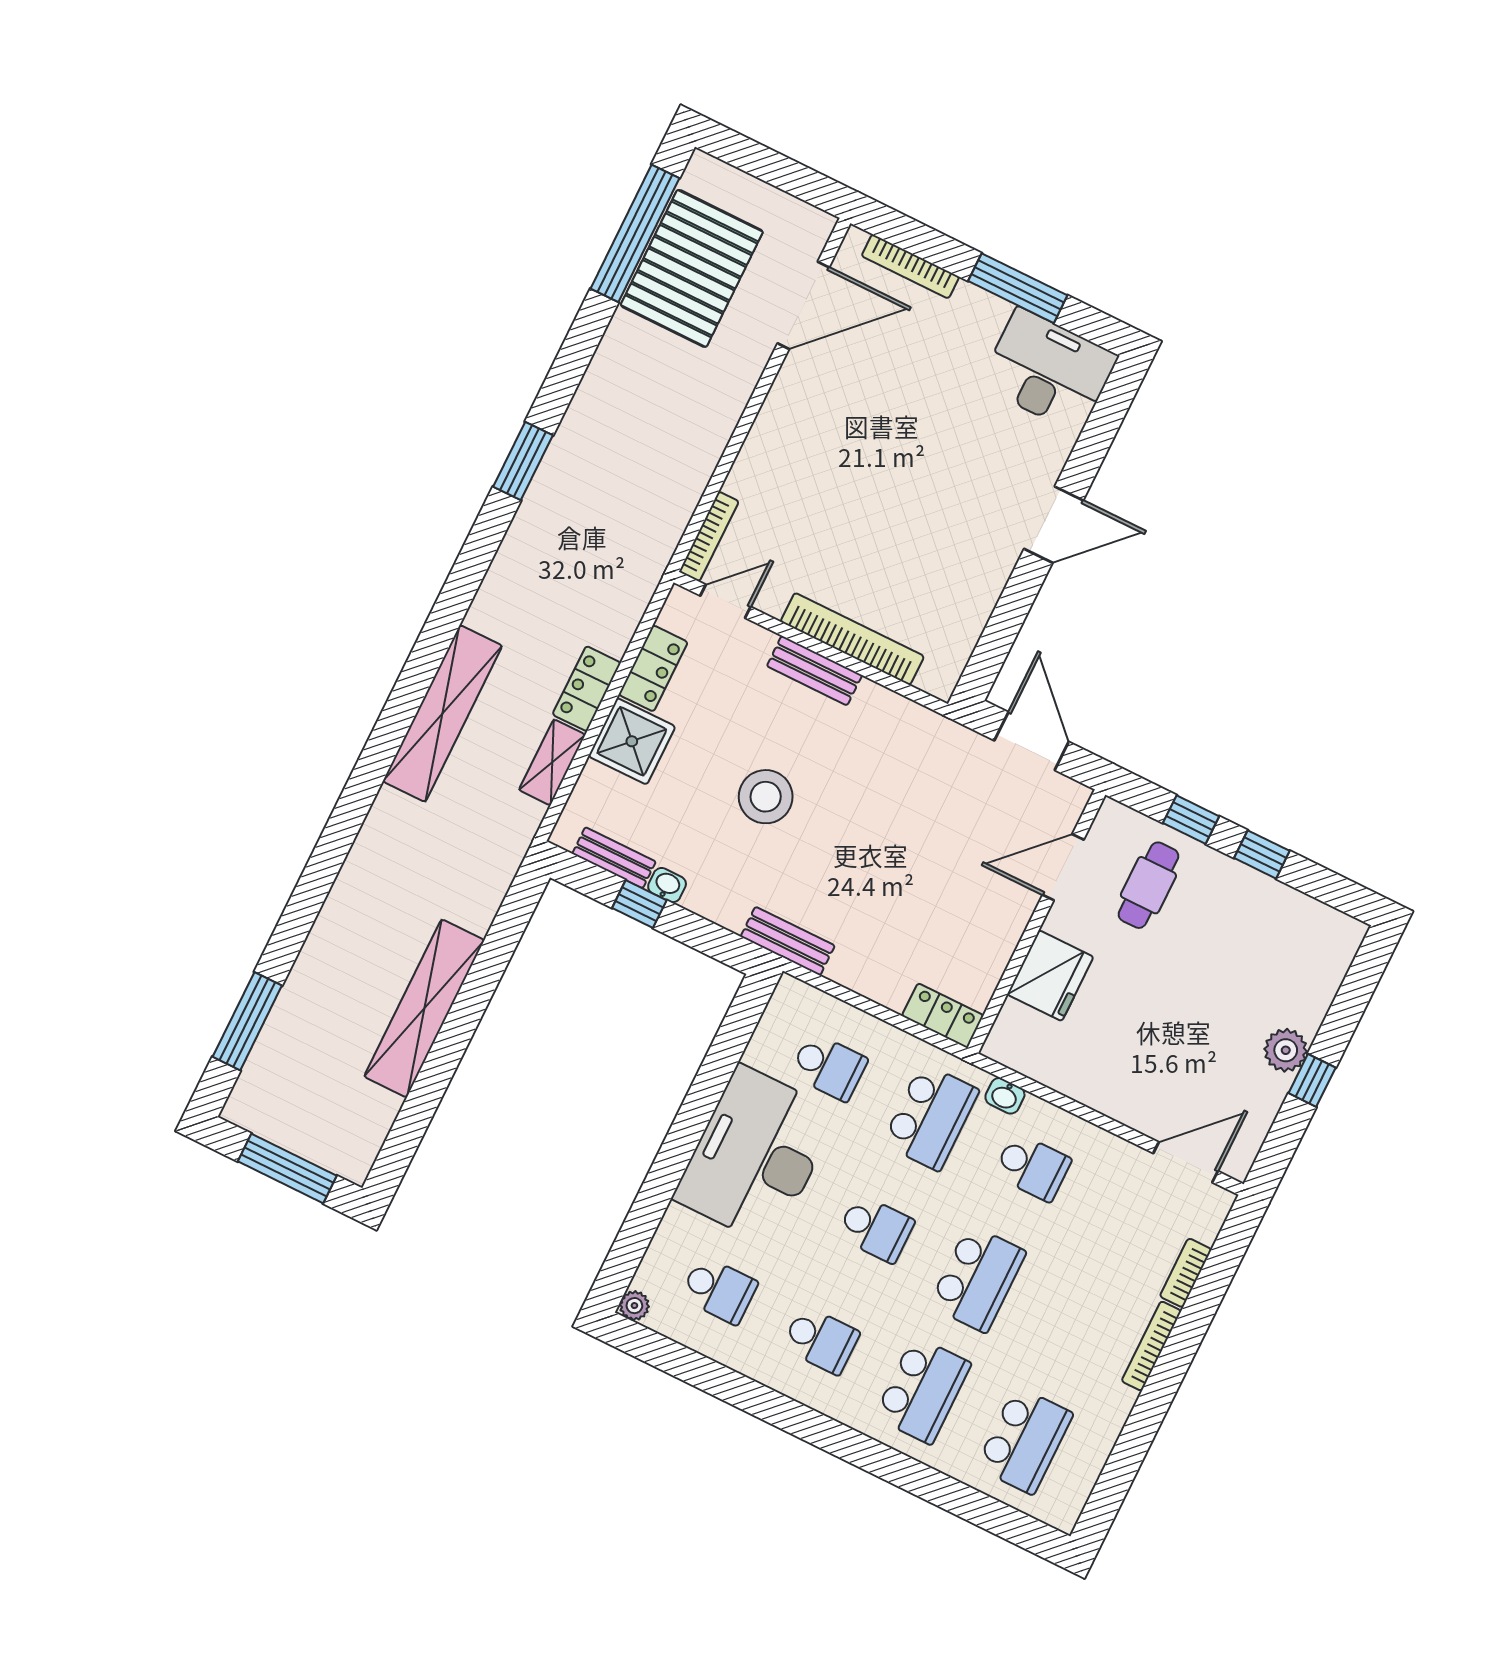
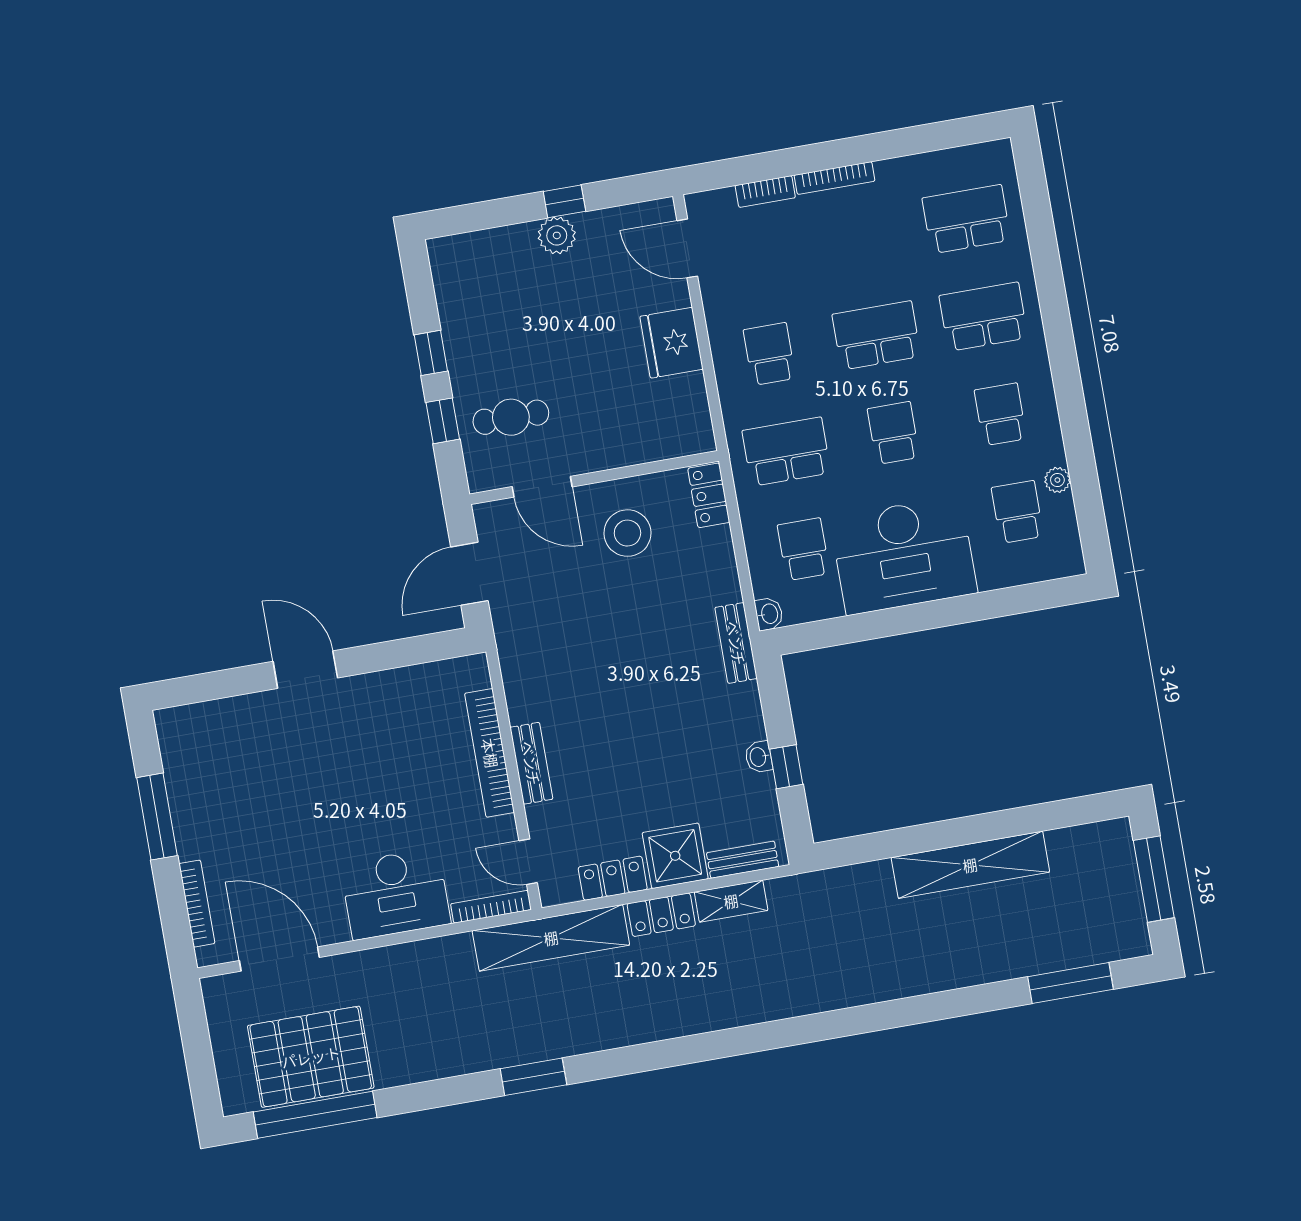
desk: (1049, 371) -> (395, 894), moved, turned -90
shelving: (443, 713) -> (551, 938), moved
stool: (766, 797) -> (627, 533), moved
bench: (614, 858) -> (743, 860), moved, turned 90
fridge: (1050, 976) -> (671, 343), moved, turned -90
washbasin: (1005, 1096) -> (769, 614), moved
plant: (634, 1306) -> (1057, 480), moved

